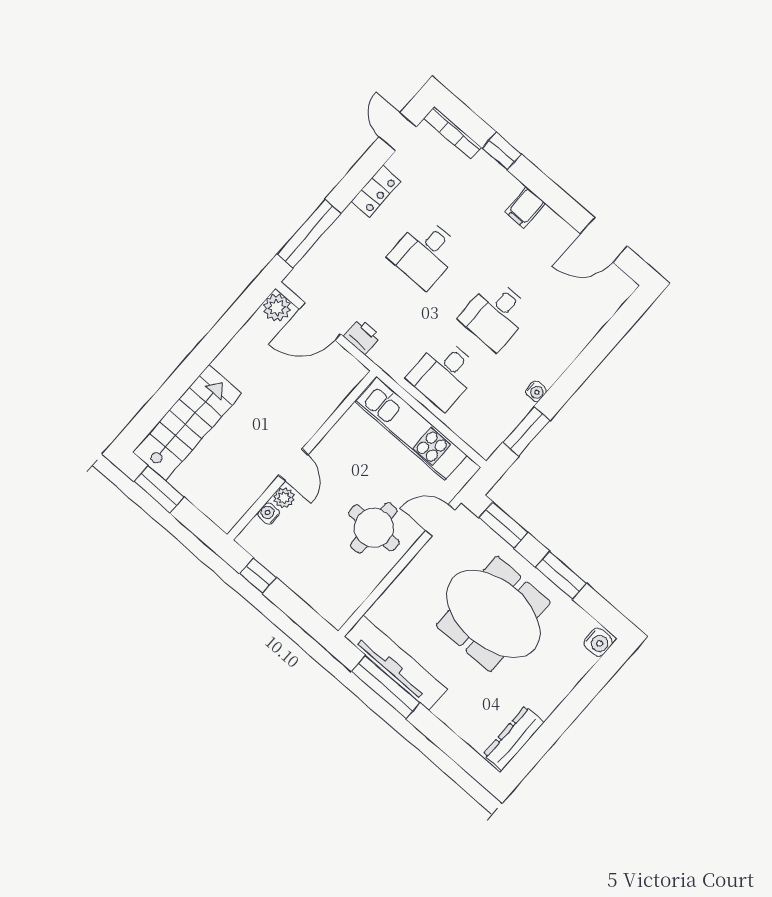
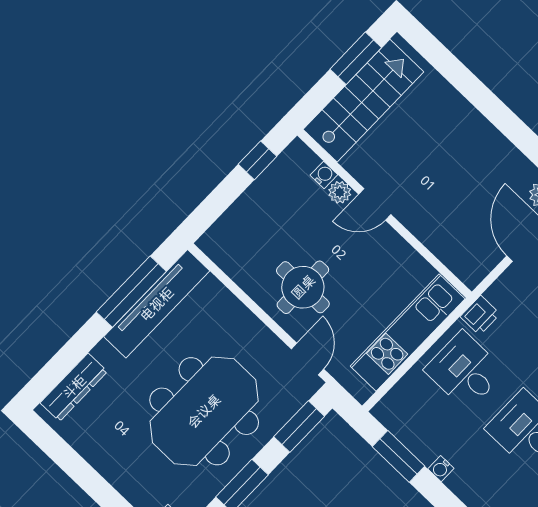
printer: (362, 336) -> (480, 315), moved
stairs: (187, 423) -> (363, 101), moved, turned -90
dresser: (514, 738) -> (74, 387), moved, turned 90

